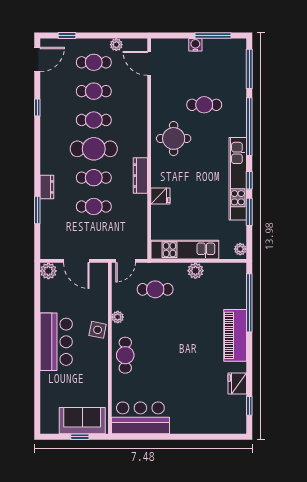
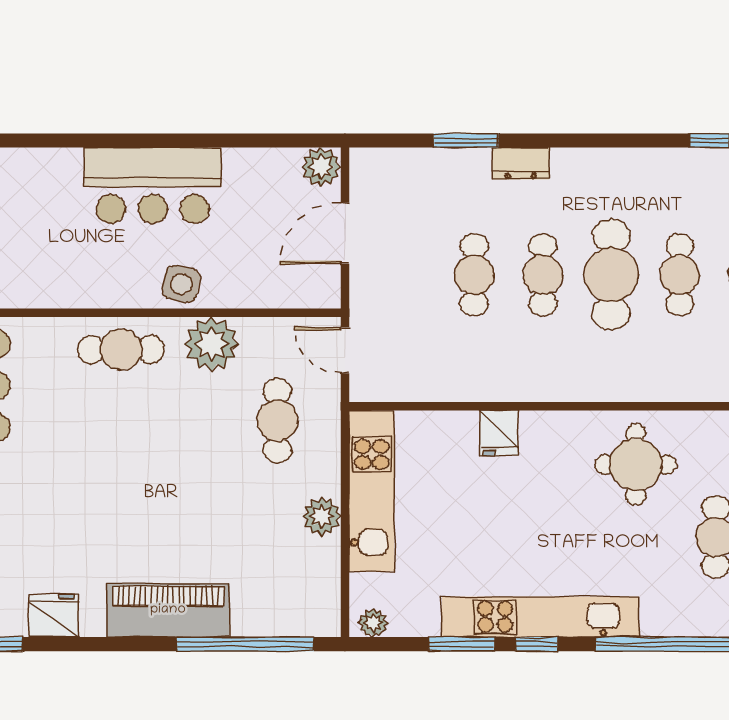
dresser: (140, 176) -> (548, 385), removed
plant: (118, 317) -> (212, 344), width x1.87, depth x1.87

